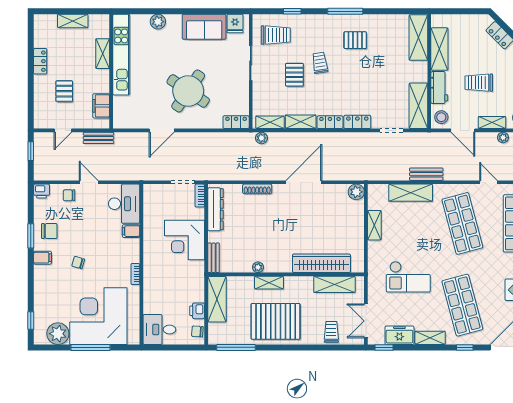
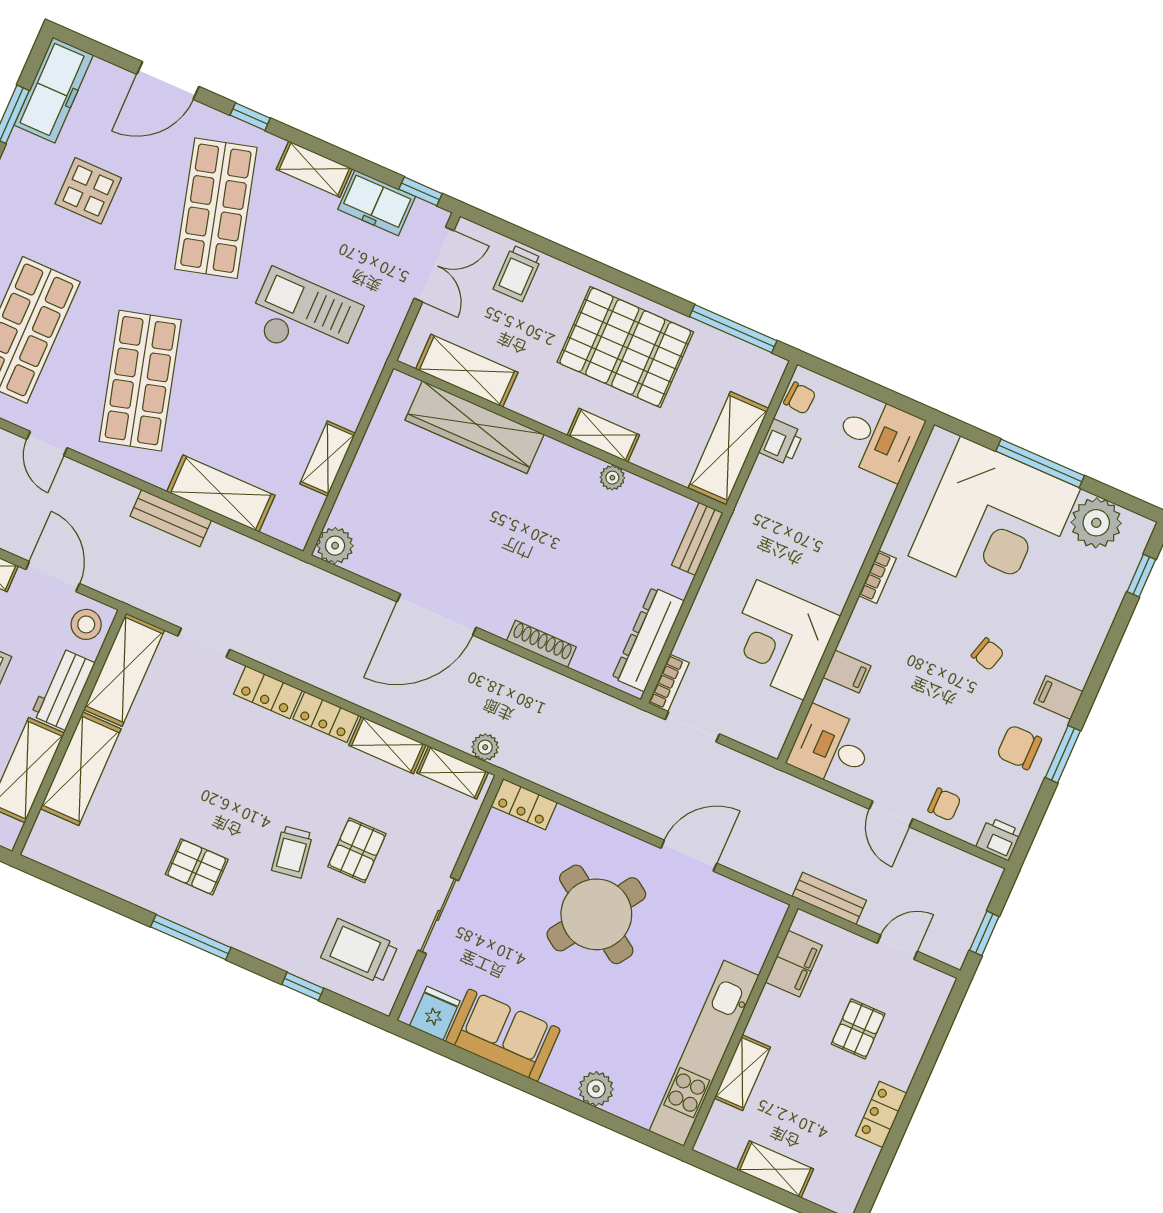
shelving: (418, 38) -> (81, 769), moved
desk: (124, 204) -> (831, 747), width x0.73
corner desk: (184, 240) -> (780, 640), moved, turned 180

